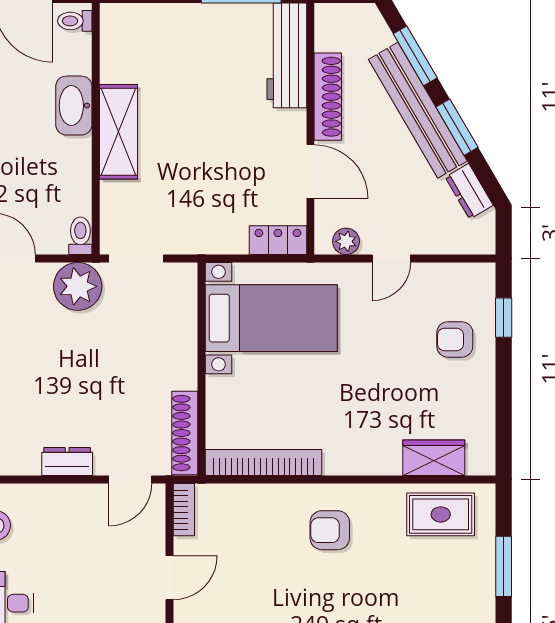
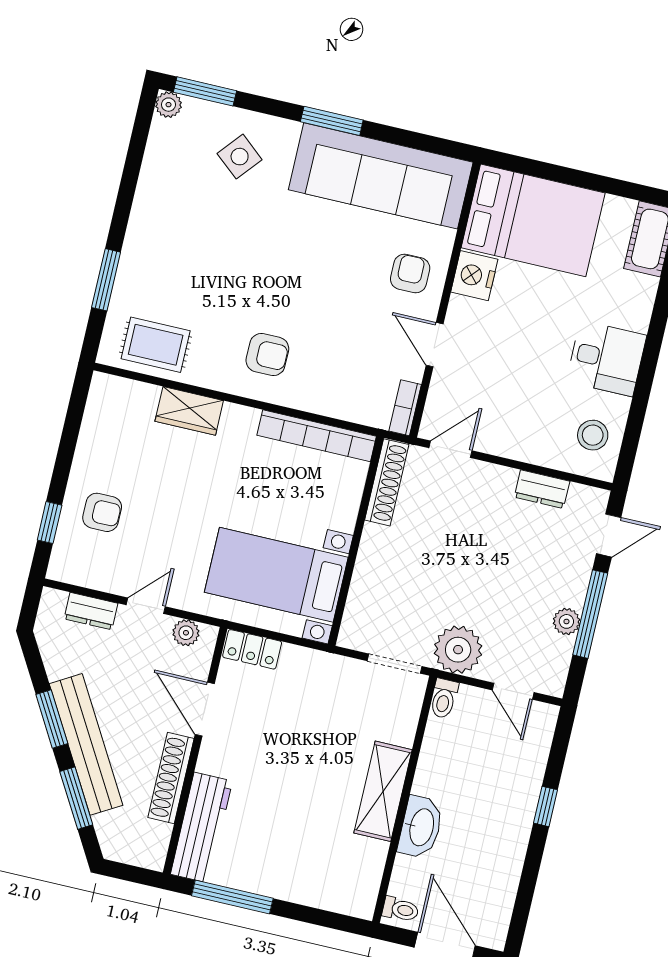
dresser: (469, 191) -> (91, 611), moved, turned 120
wardrobe: (434, 458) -> (189, 411), moved
dresser: (67, 461) -> (542, 489), moved
door: (169, 578) -> (435, 345), hinge flipped

